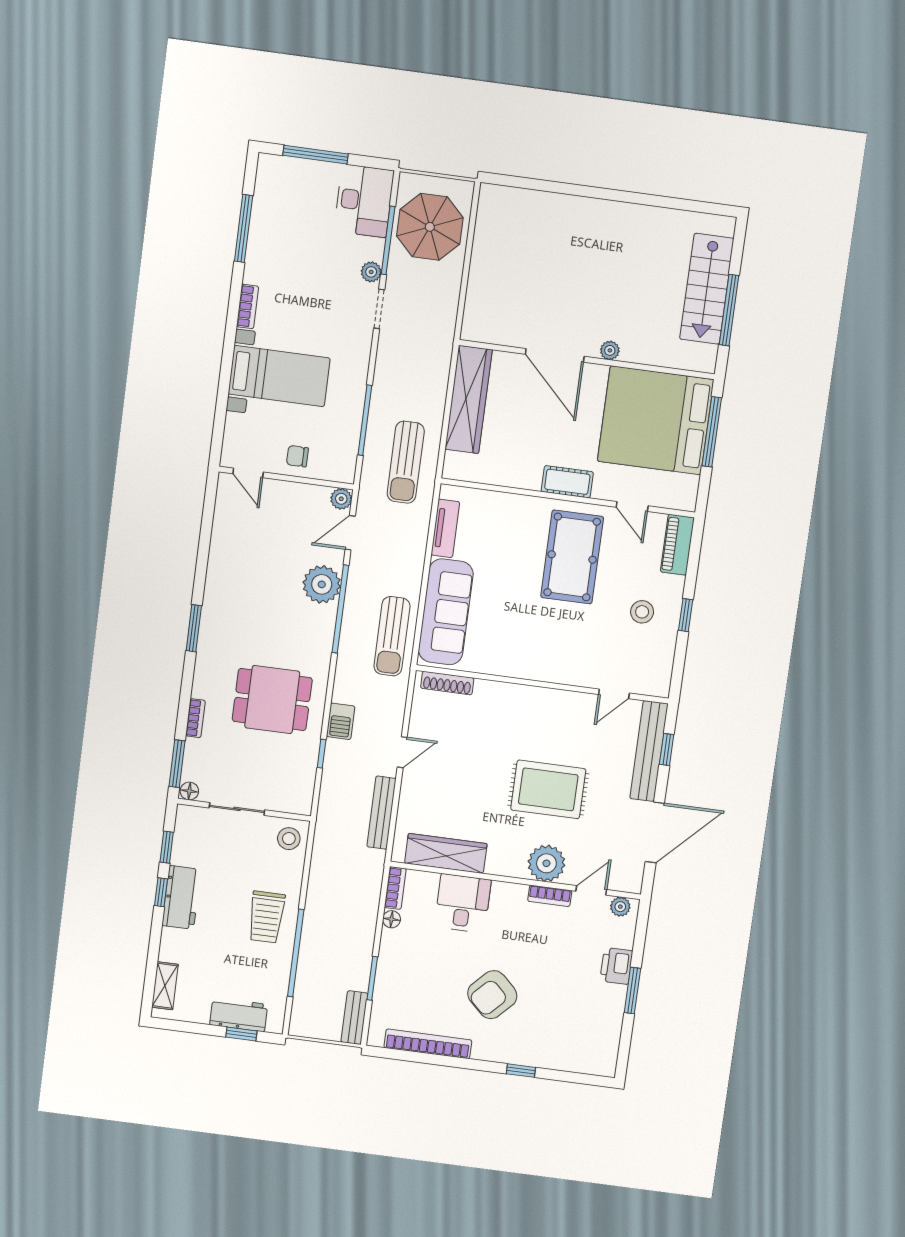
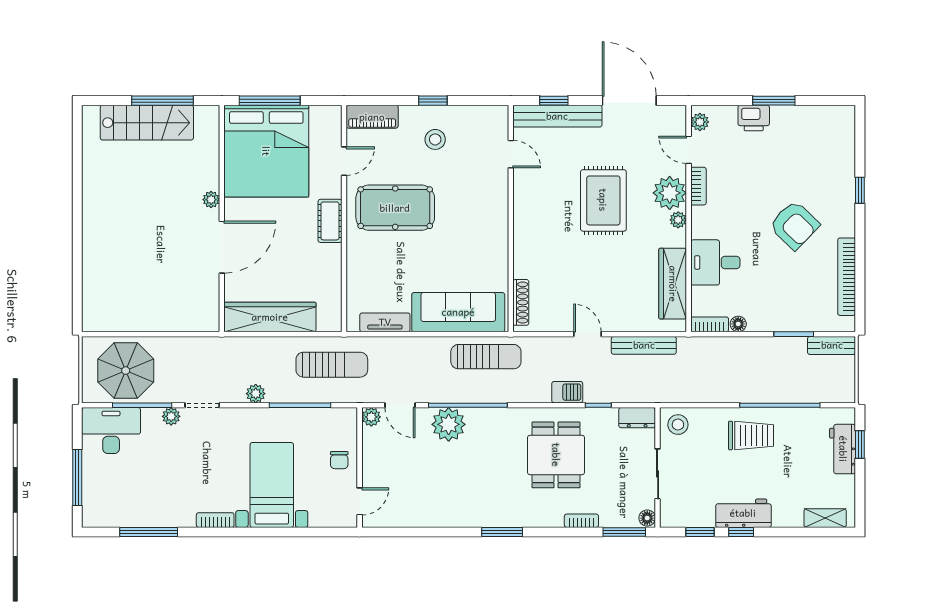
plant: (384, 372) -> (256, 394), added
dresser: (302, 795) -> (637, 418), added
plant: (516, 869) -> (678, 220), added

